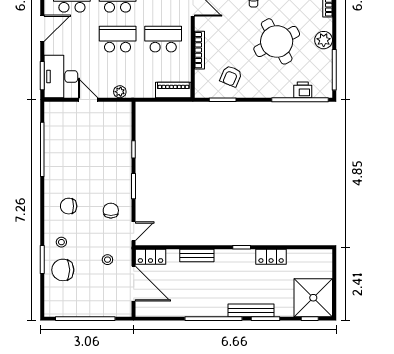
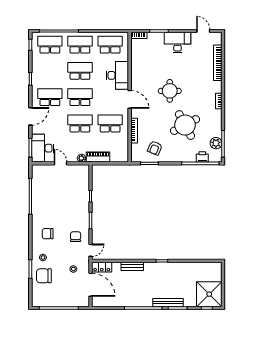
plant: (324, 40) -> (216, 143), moved
piano: (173, 90) -> (98, 157), moved
locker: (271, 257) -> (181, 267), removed

